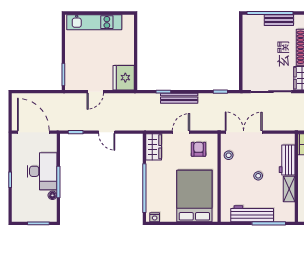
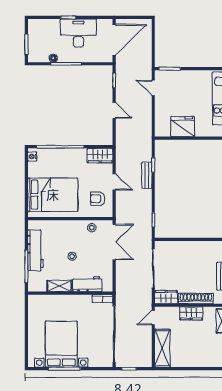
fridge: (124, 78) -> (183, 127), moved
door: (95, 92) -> (153, 88), moved
bench: (179, 98) -> (147, 175), width x0.73
door: (107, 132) -> (114, 110), swing flipped
armchair: (199, 149) -> (98, 199), turned 180
desk: (42, 171) -> (78, 33), moved, turned 180

